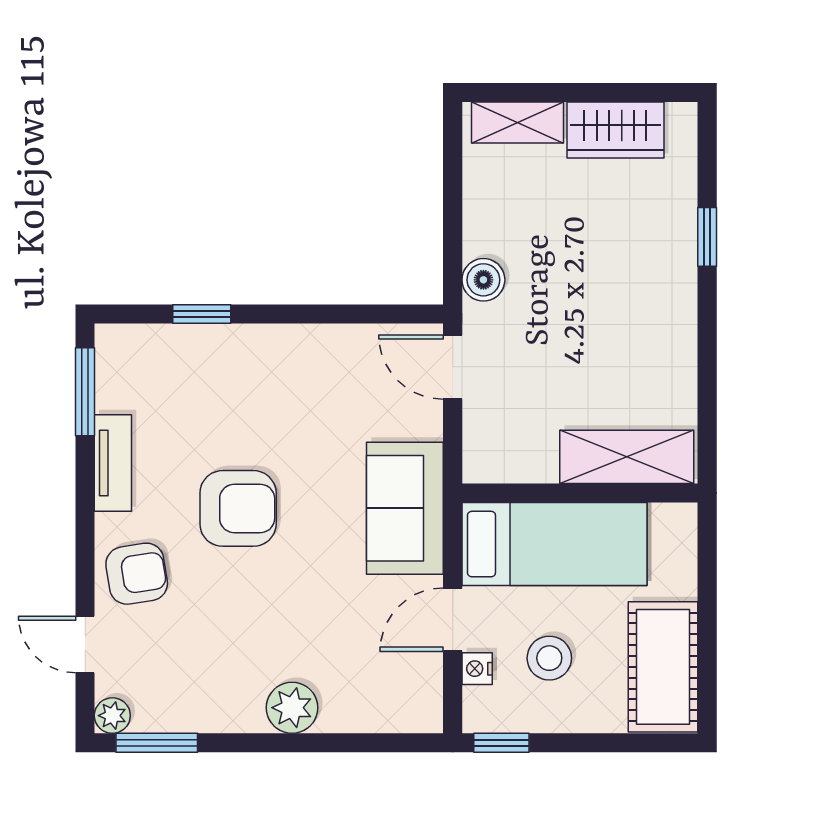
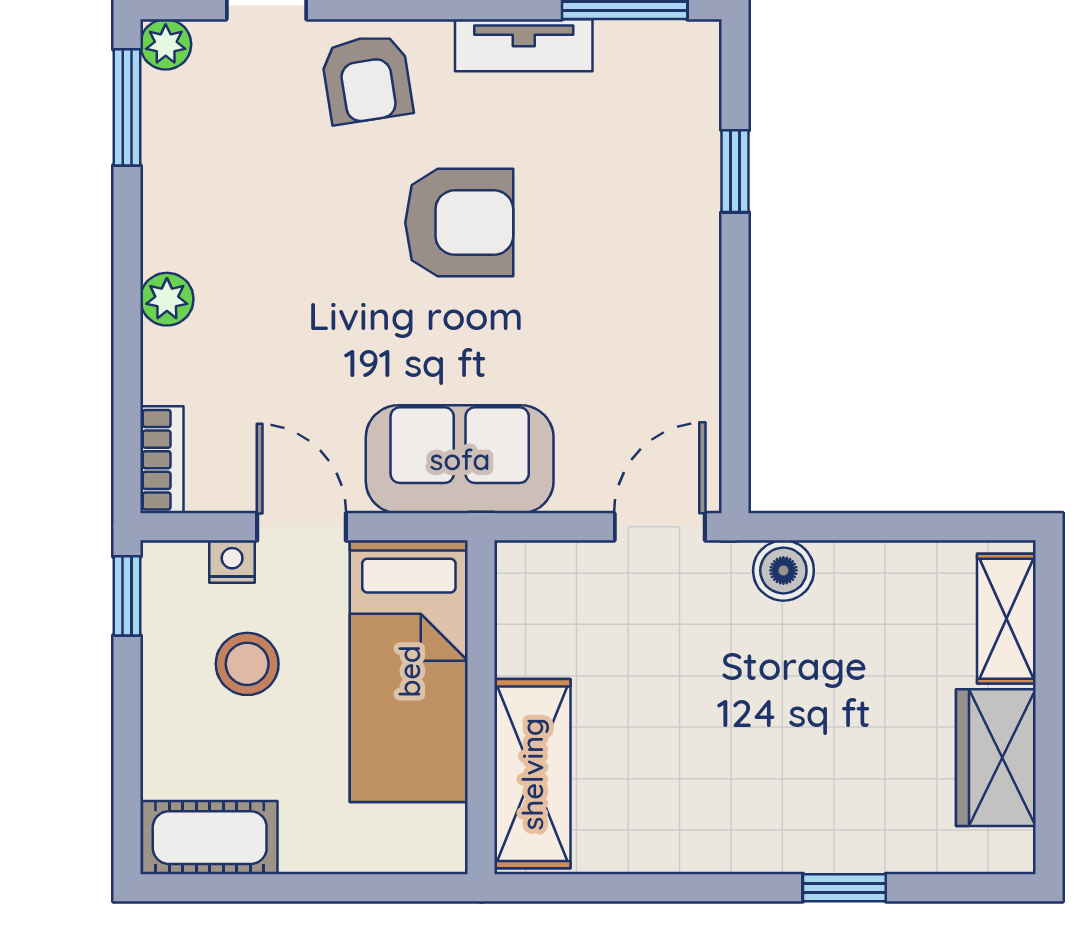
armchair: (238, 508) -> (459, 223), turned -90
cot: (663, 667) -> (210, 838), width x0.73, depth x0.75
plant: (292, 708) -> (167, 299), width x0.73, depth x0.73
bookcase: (405, 718) -> (162, 460), added

